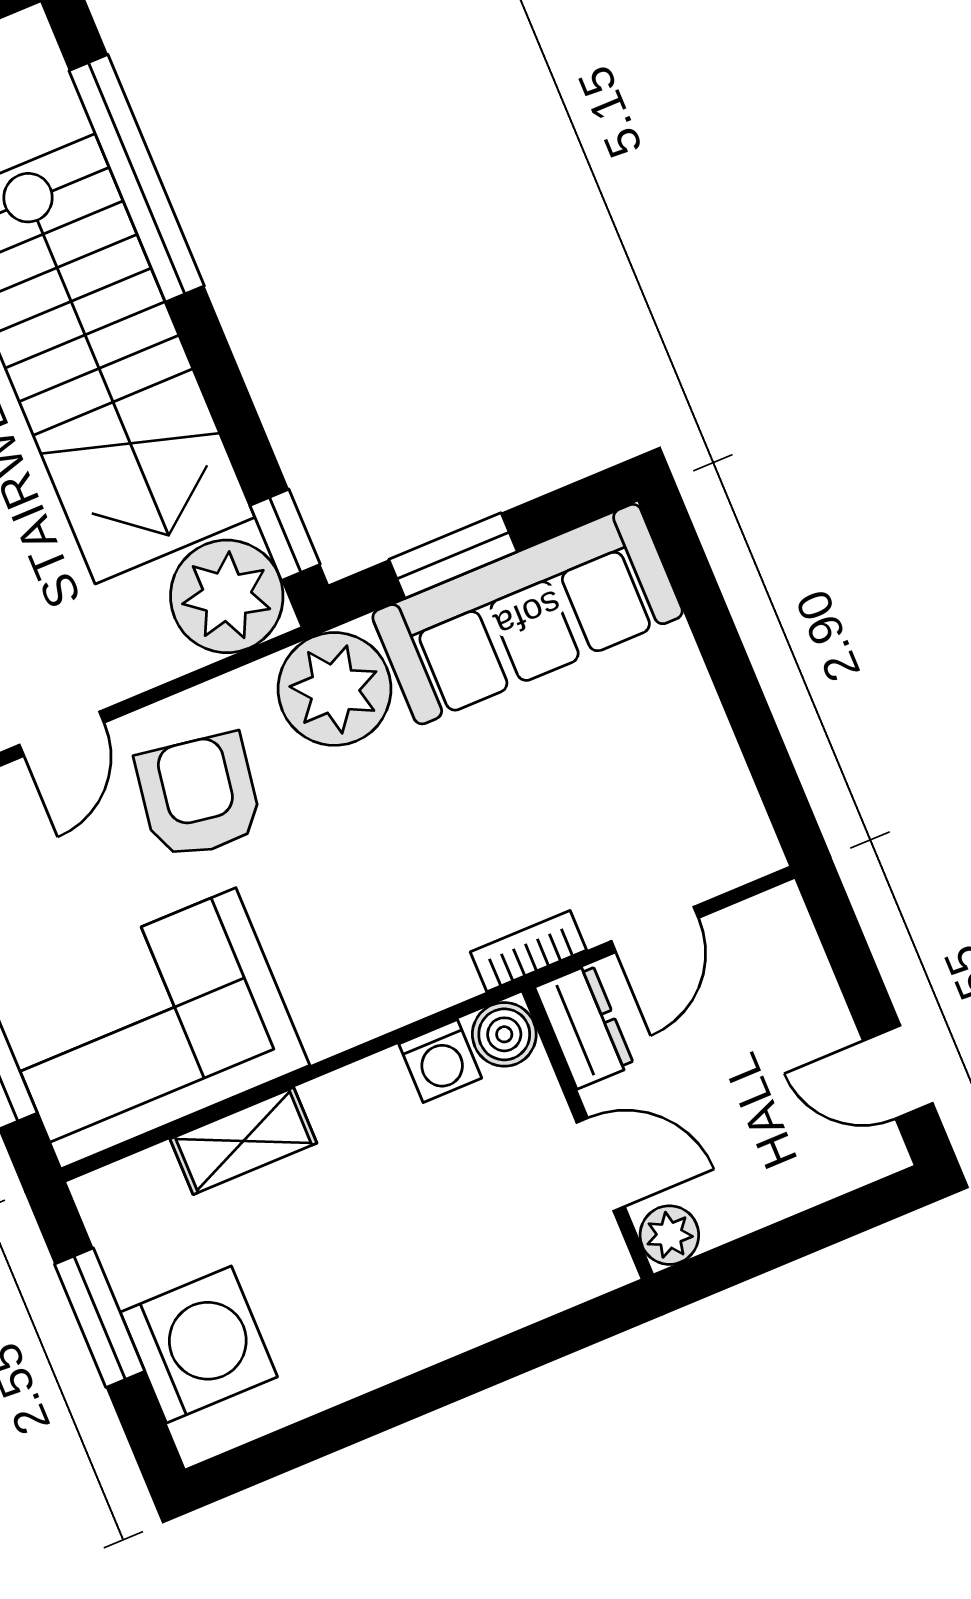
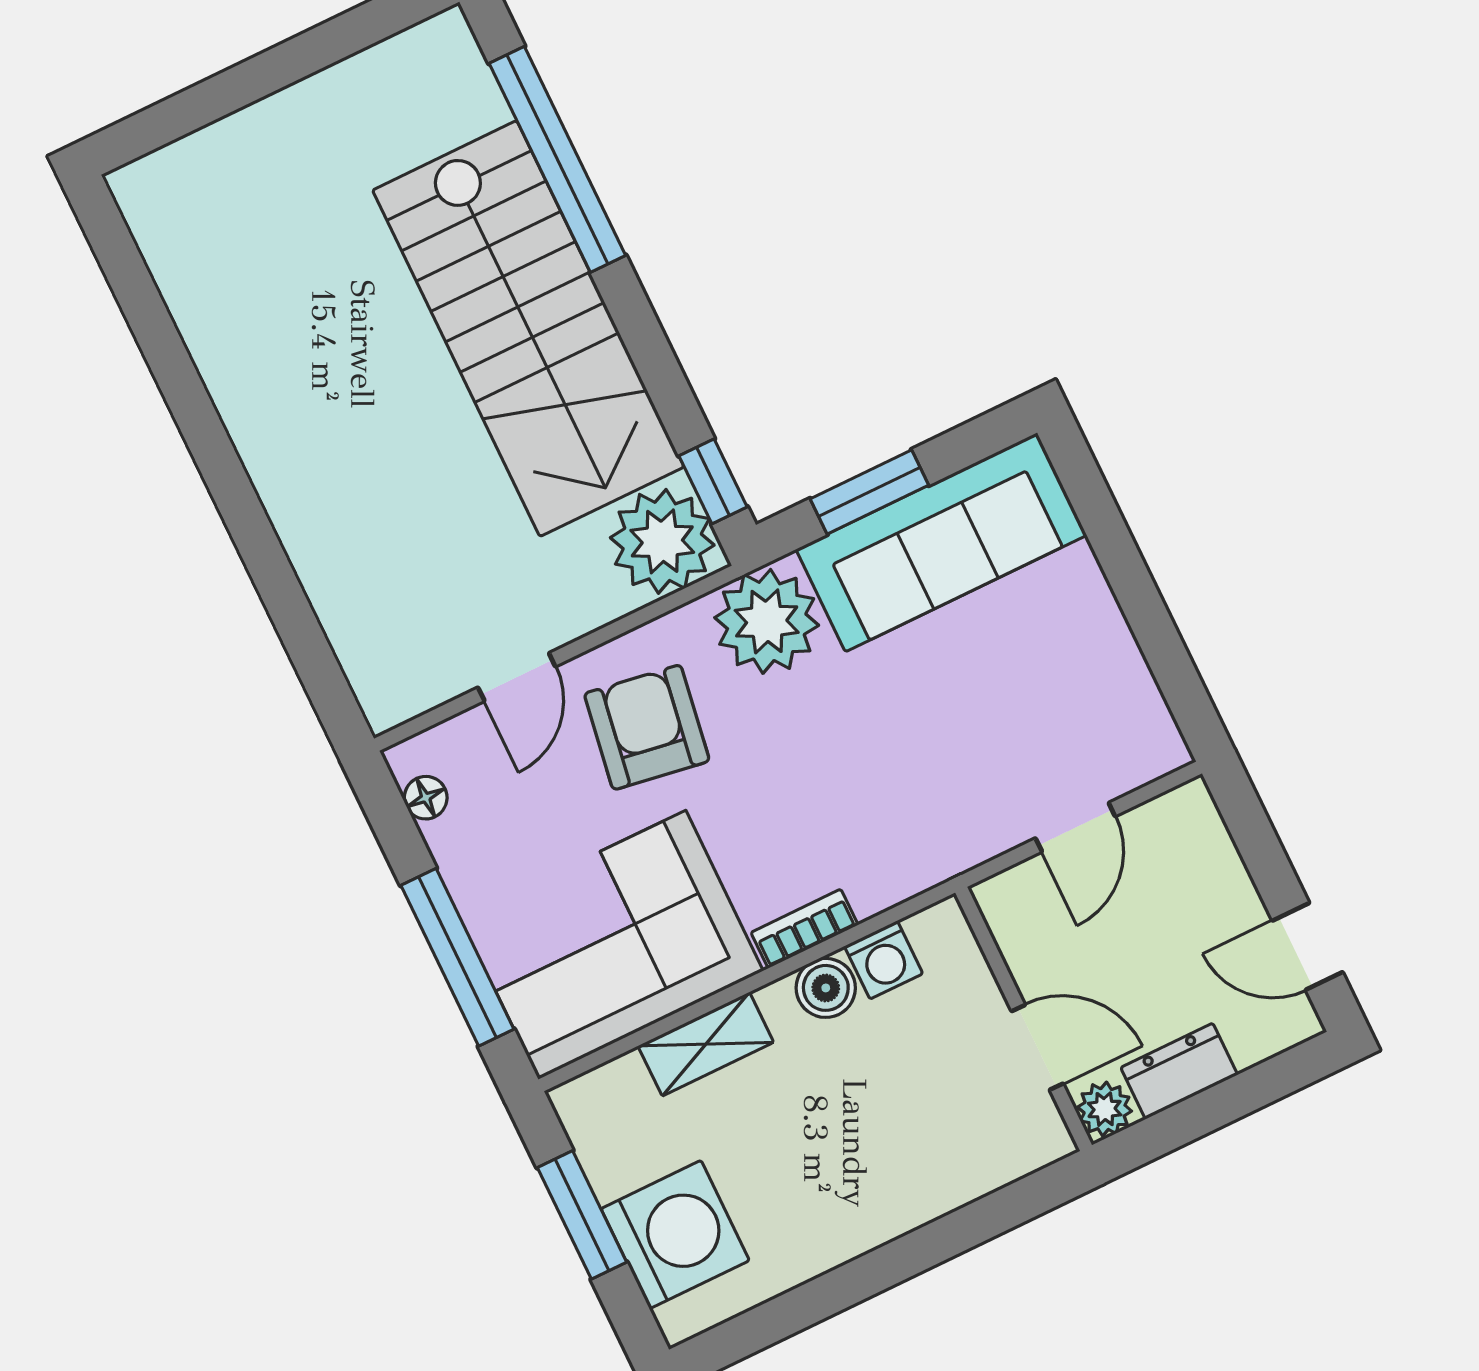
bookcase: (528, 951) -> (804, 929), moved
dresser: (584, 1026) -> (1179, 1071), moved, turned -90
boiler: (504, 1034) -> (826, 988), moved

